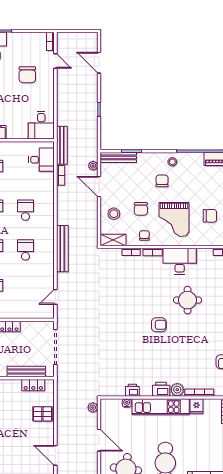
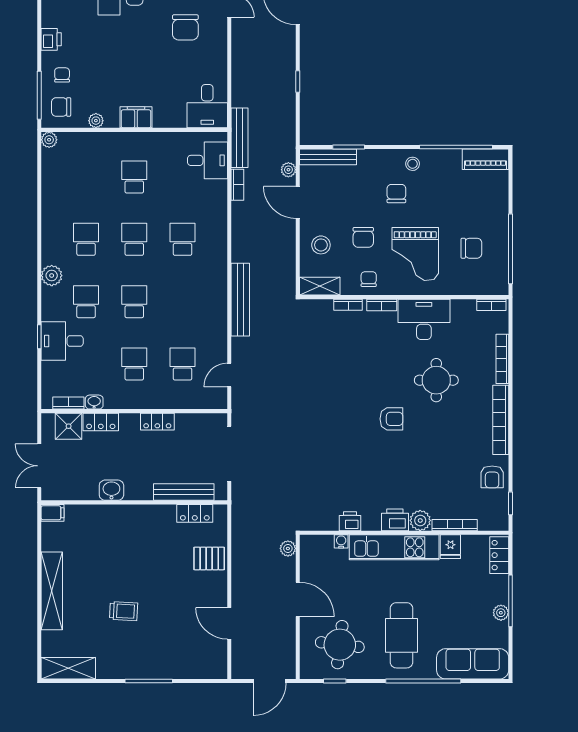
school desk: (25, 250) -> (183, 364), moved

